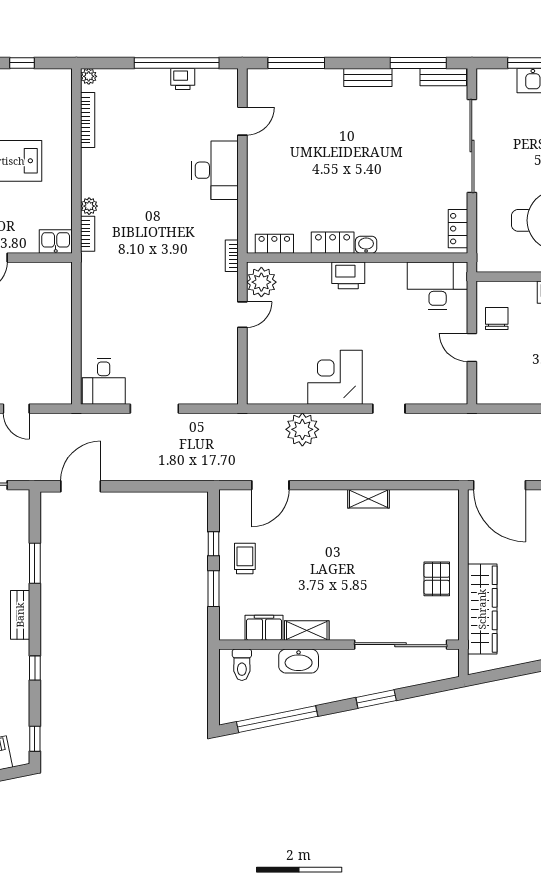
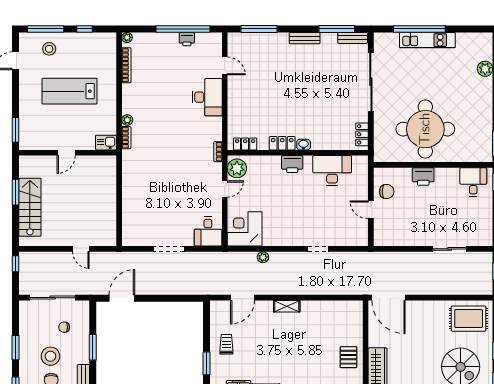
door: (242, 121) -> (225, 66), hinge flipped
desk: (438, 286) -> (332, 171), moved
chair: (497, 319) -> (387, 192), turned 90
corner desk: (335, 377) -> (245, 229), moved
desk: (104, 381) -> (208, 231), moved
plant: (302, 429) -> (263, 257), width x0.53, depth x0.53
shelving: (369, 499) -> (287, 306), moved
window: (214, 544) -> (206, 335), removed

